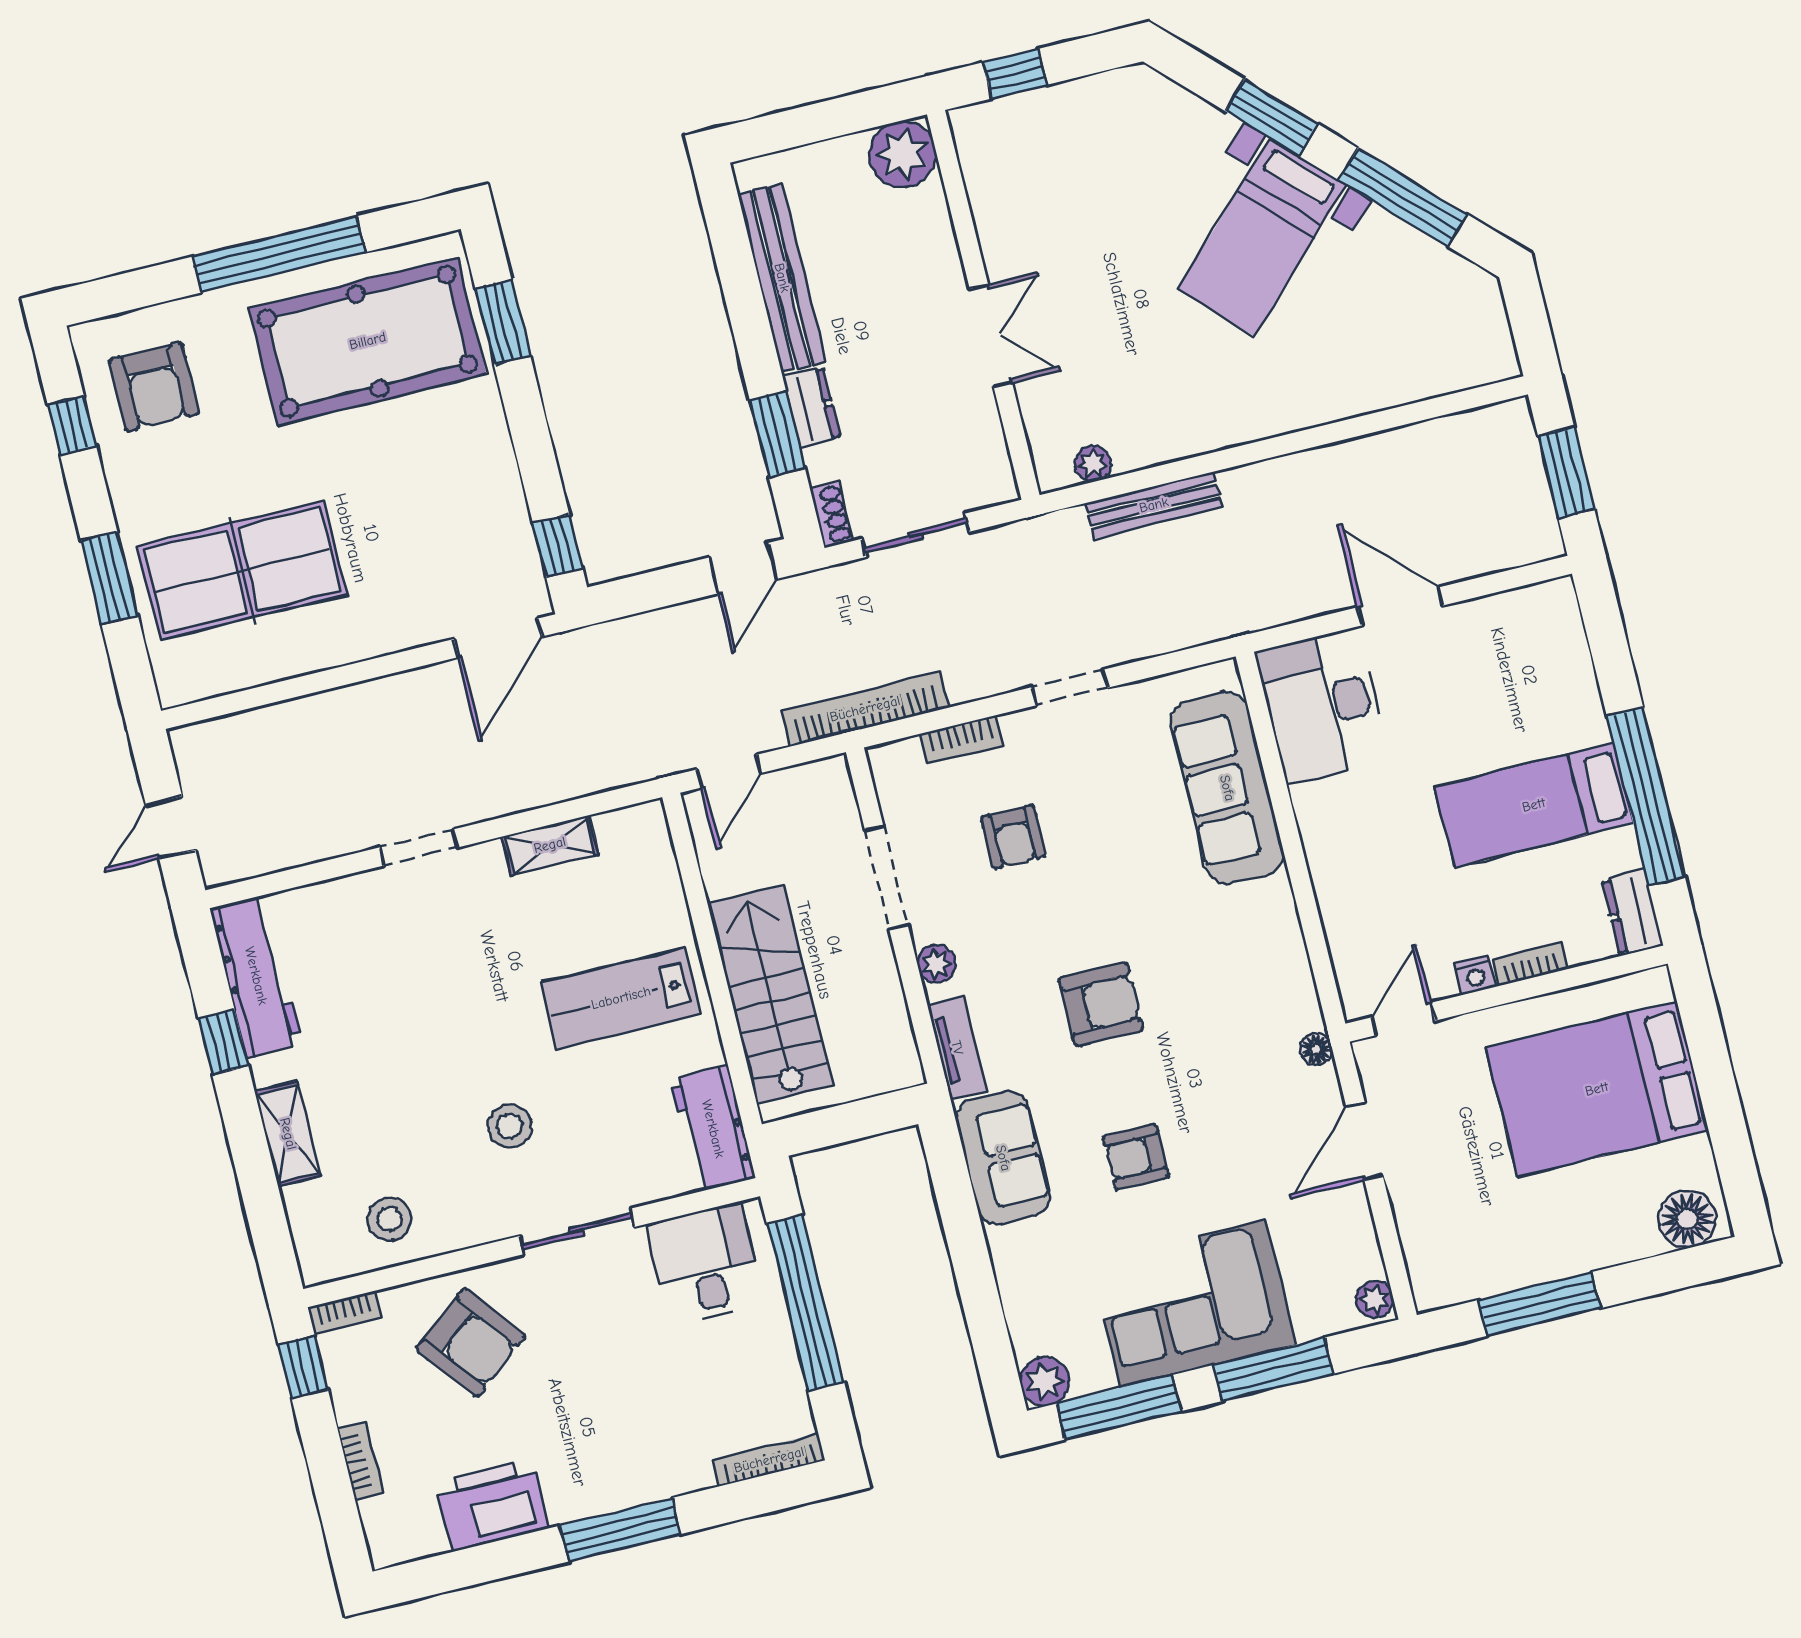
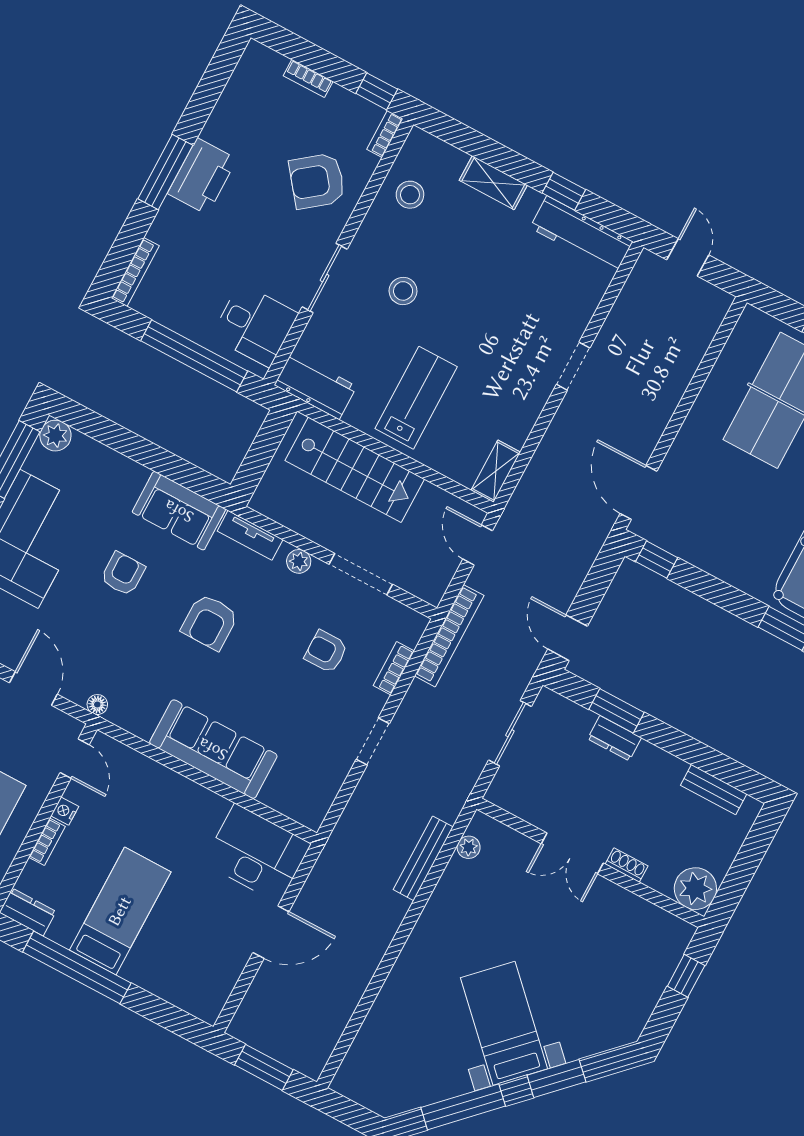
bench: (782, 278) -> (714, 790), width x0.54, depth x0.82
shoe rack: (832, 515) -> (627, 865), moved, turned 180
sofa: (1227, 788) -> (213, 749), moved
shelving: (550, 845) -> (496, 471), moved
printer: (492, 1505) -> (202, 176), moved

